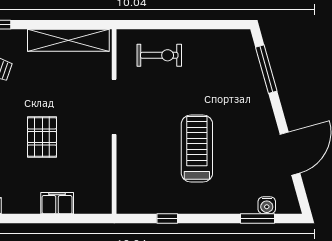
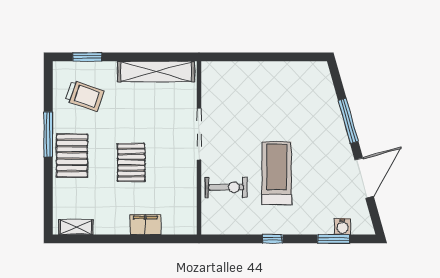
exercise bike: (159, 55) -> (226, 187), moved
window: (266, 69) -> (348, 121), moved
window: (167, 219) -> (273, 239), moved

